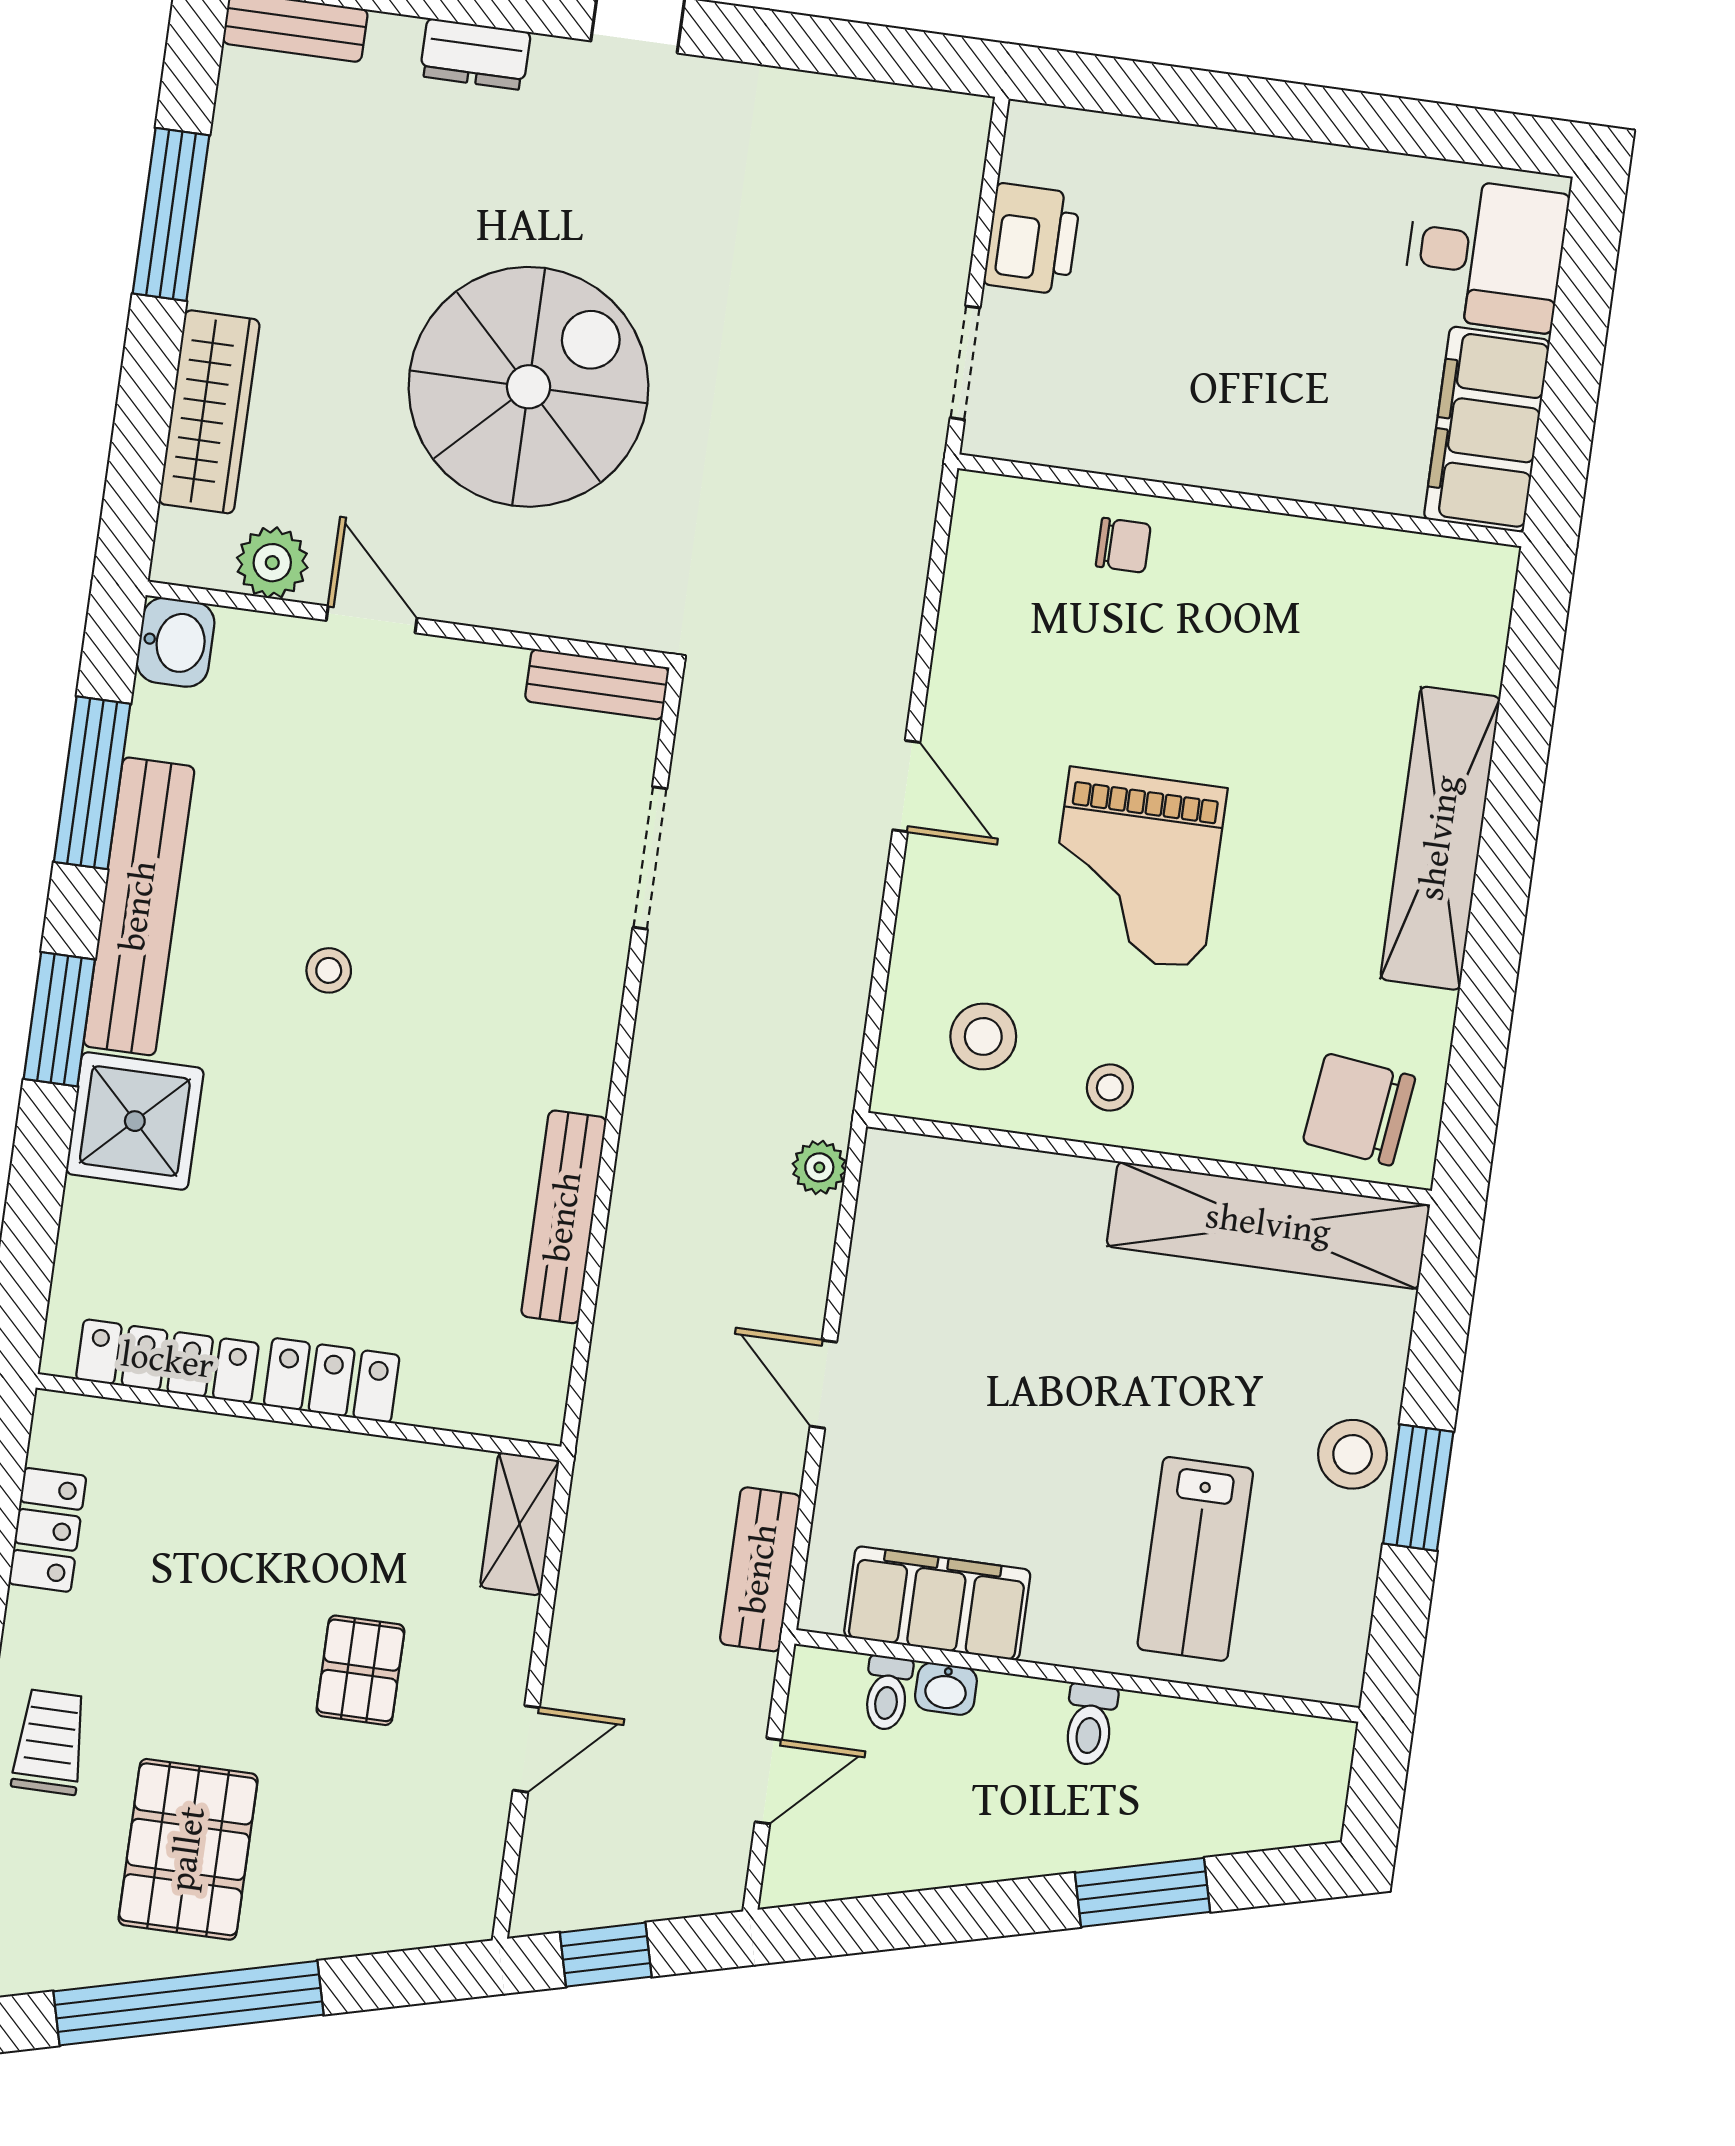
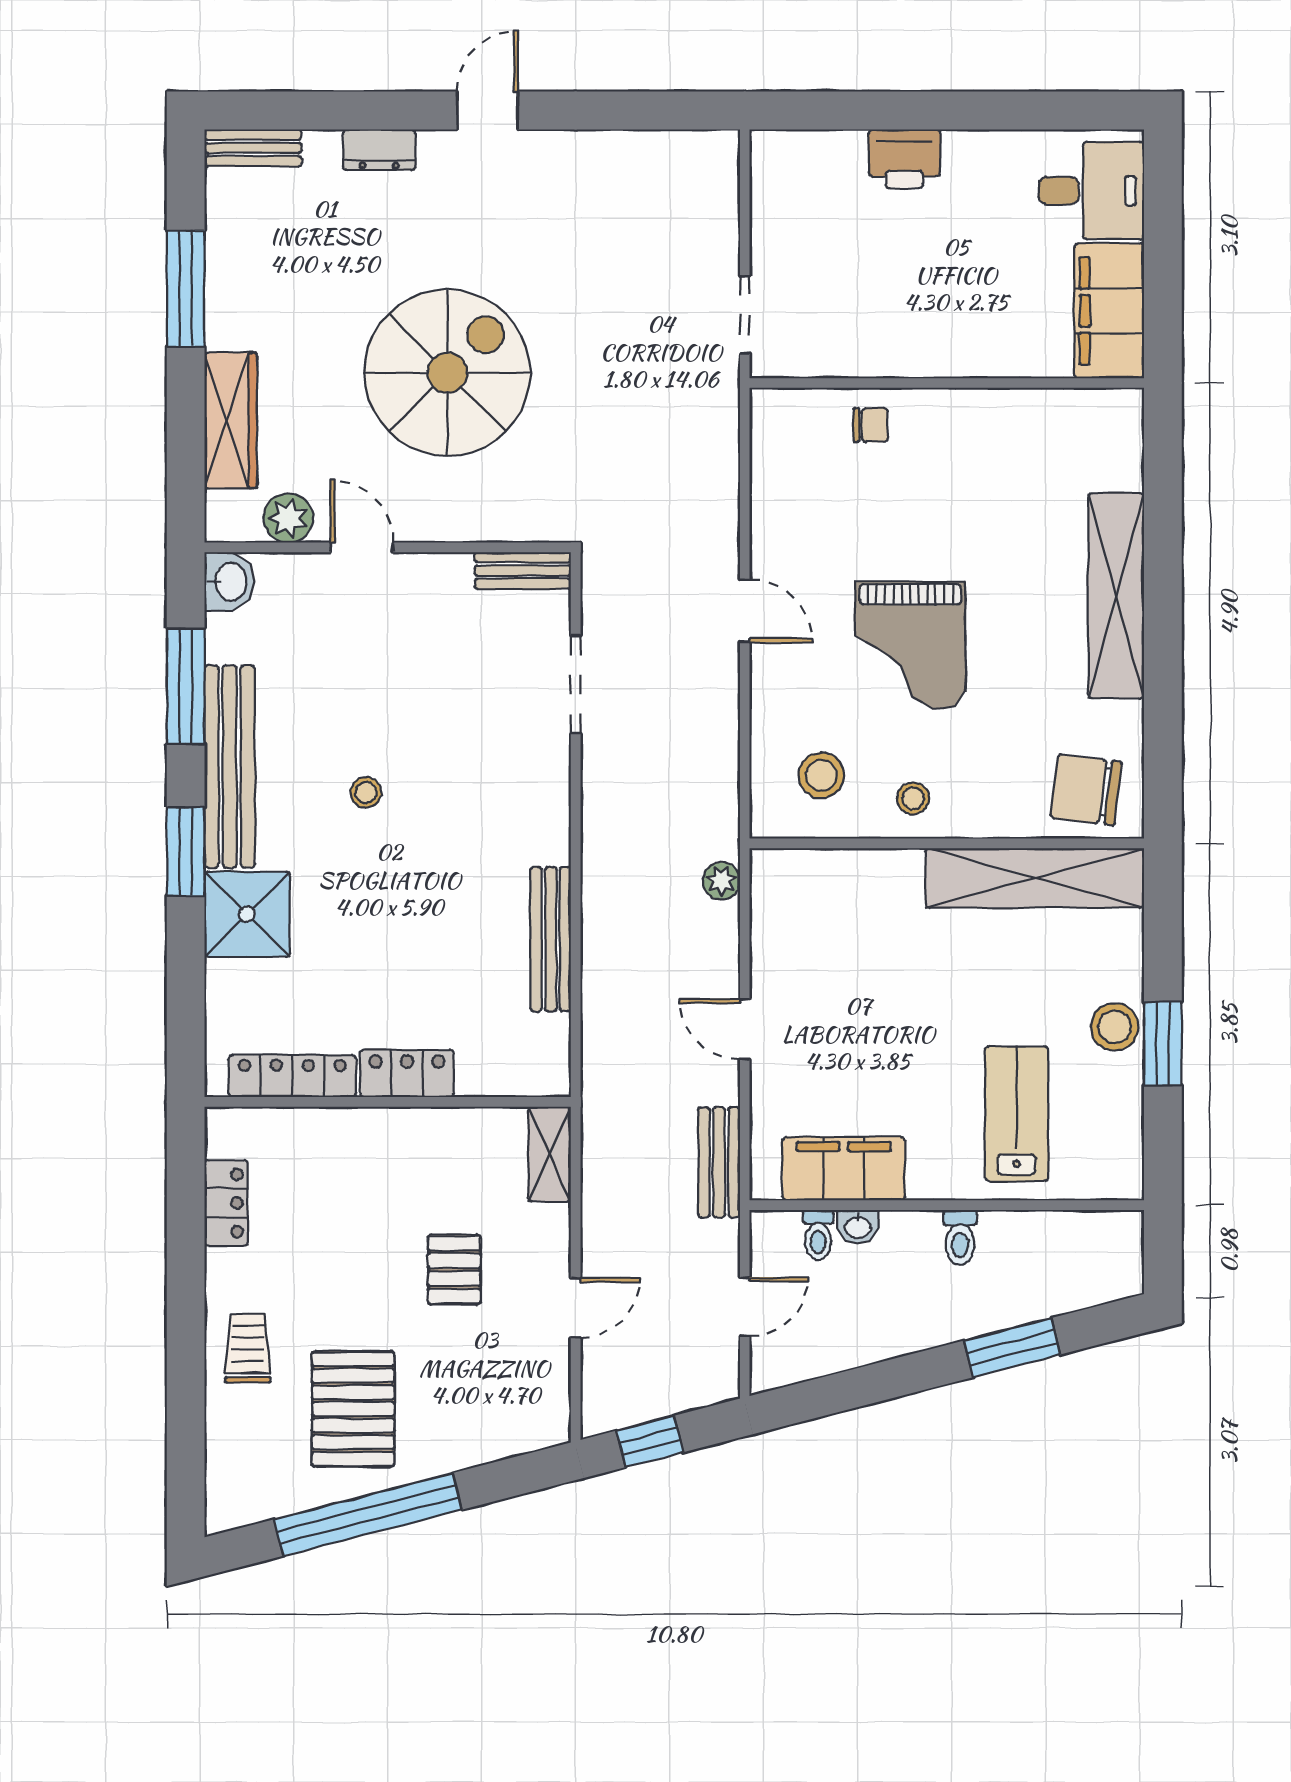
printer: (1032, 239) -> (904, 159), moved, turned 90
lab bench: (1195, 1559) -> (1017, 1114), turned 180

